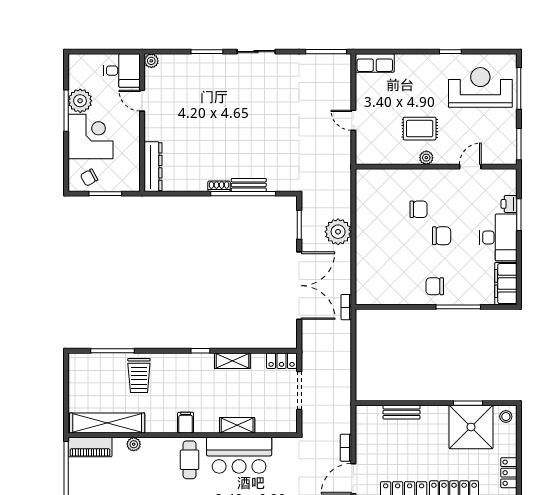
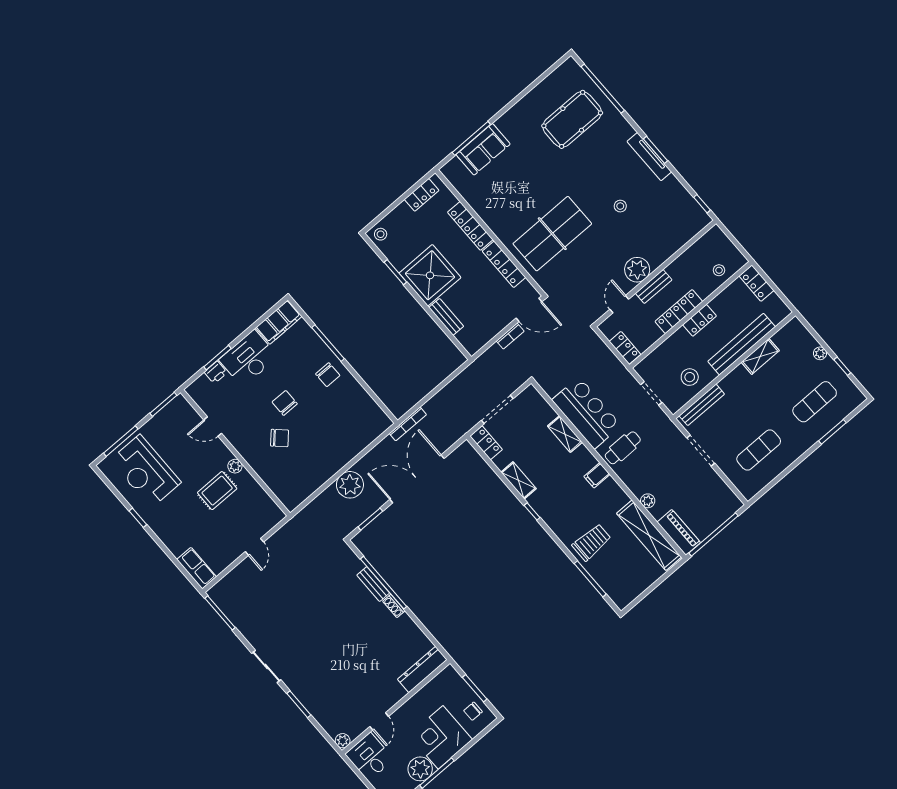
rug: (420, 129) -> (217, 491), turned 90
chair: (89, 177) -> (473, 711), turned 119
chair: (419, 209) -> (280, 438), turned 133
bookcase: (346, 307) -> (408, 424), width x1.56
shower: (471, 427) -> (430, 275), moved

